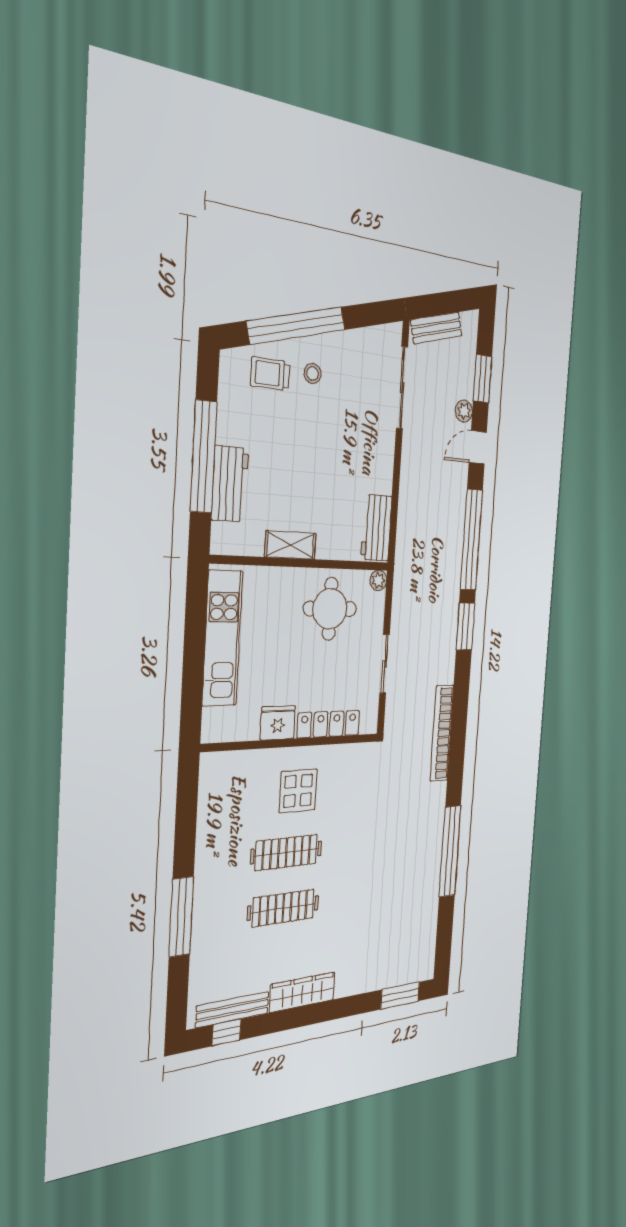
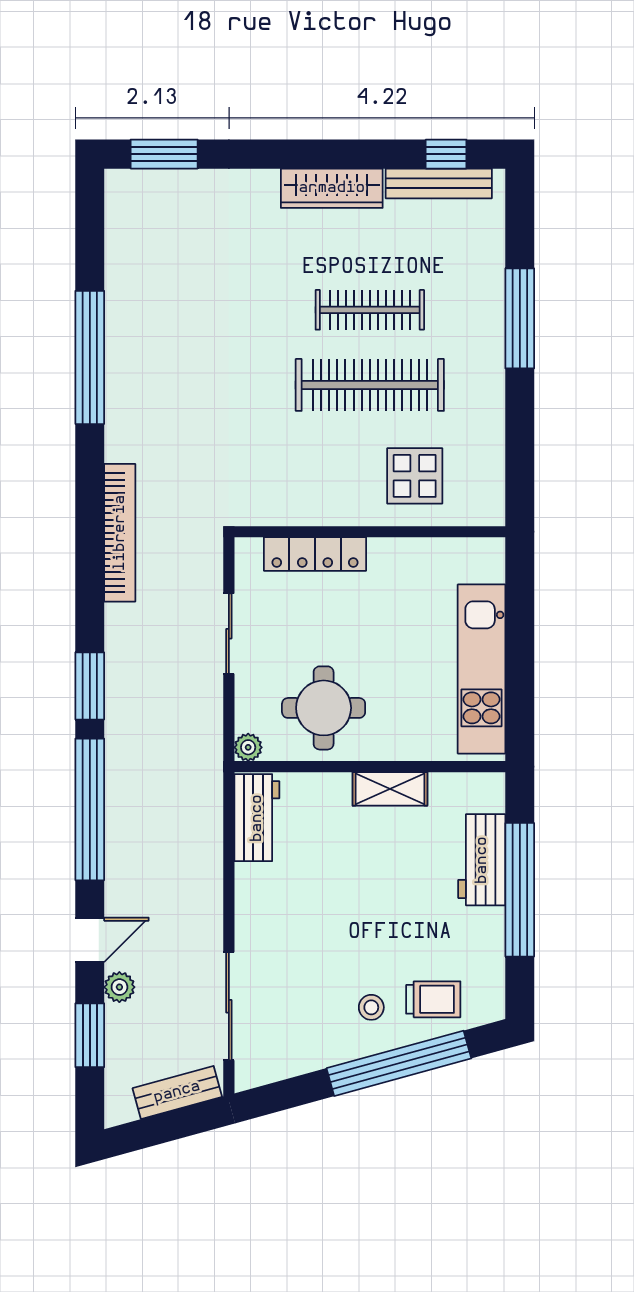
fridge: (278, 723) -> (394, 559), removed
display table: (298, 791) -> (415, 476), moved
clothes rail: (286, 852) -> (370, 385), width x1.37, depth x1.31

